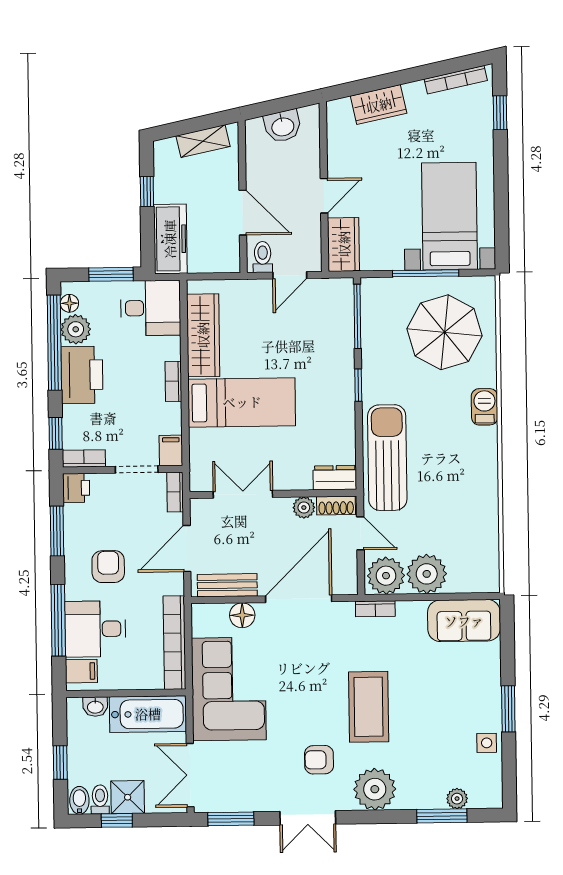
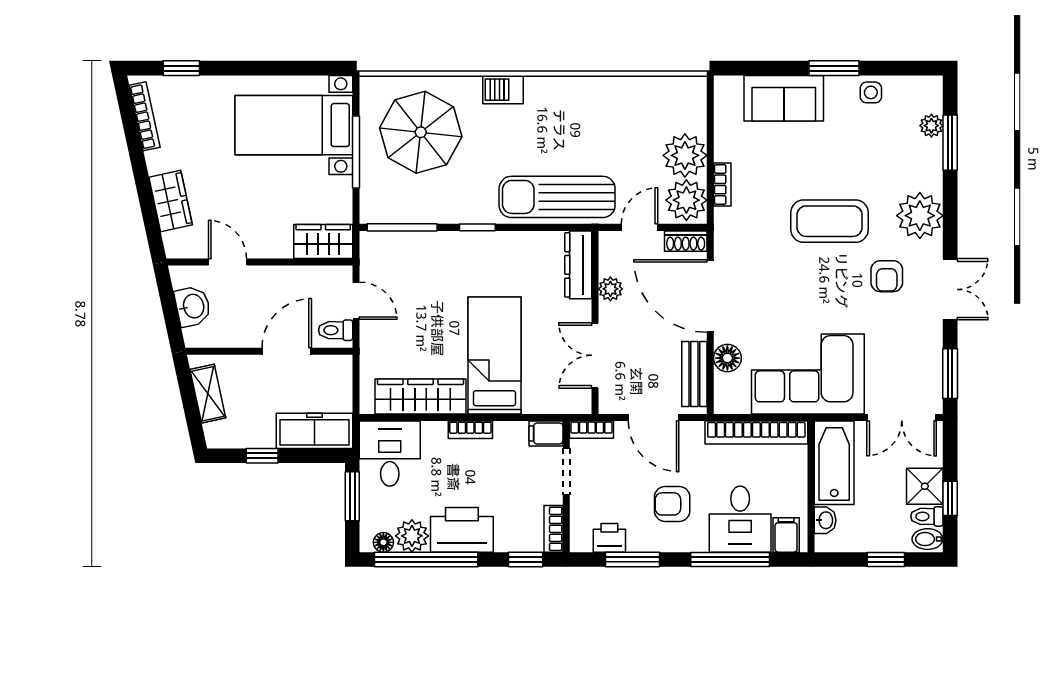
door: (324, 196) -> (227, 262), moved
dresser: (335, 478) -> (578, 265), width x1.44
printer: (76, 488) -> (609, 538), moved
shoe rack: (336, 505) -> (686, 241), moved, turned 90
bookcase: (375, 609) -> (722, 184), moved
sofa: (464, 621) -> (784, 98), moved, turned 90

